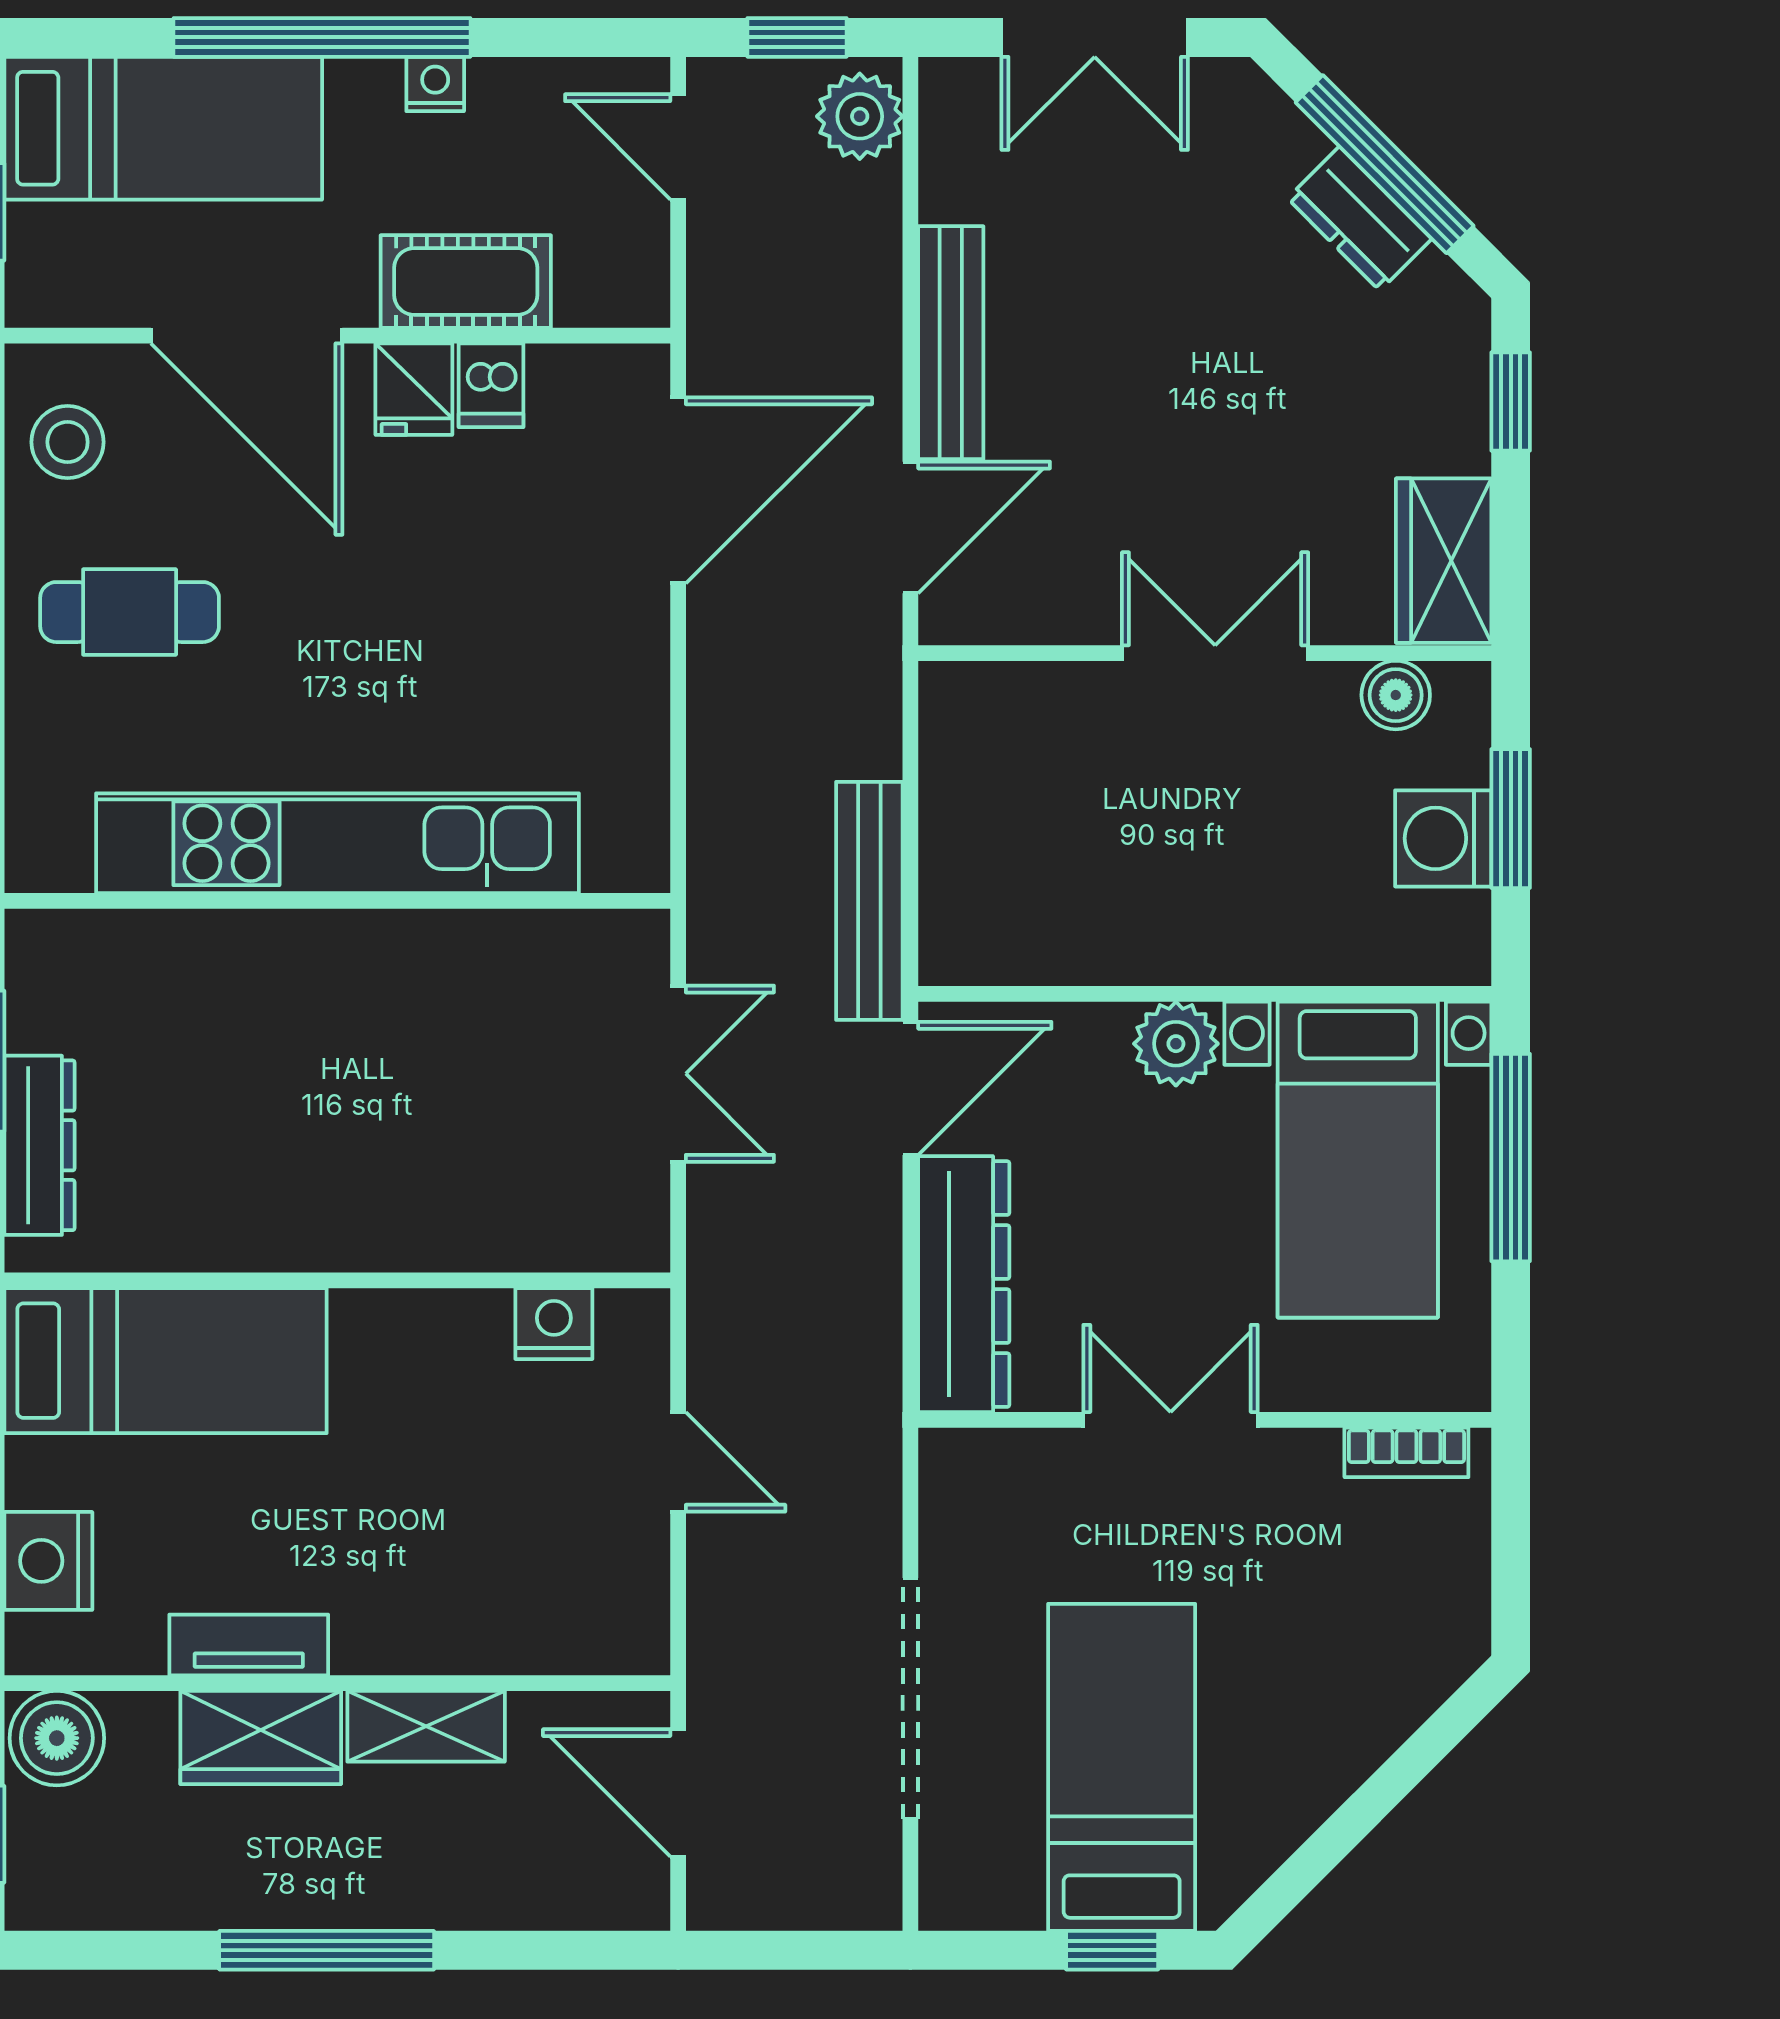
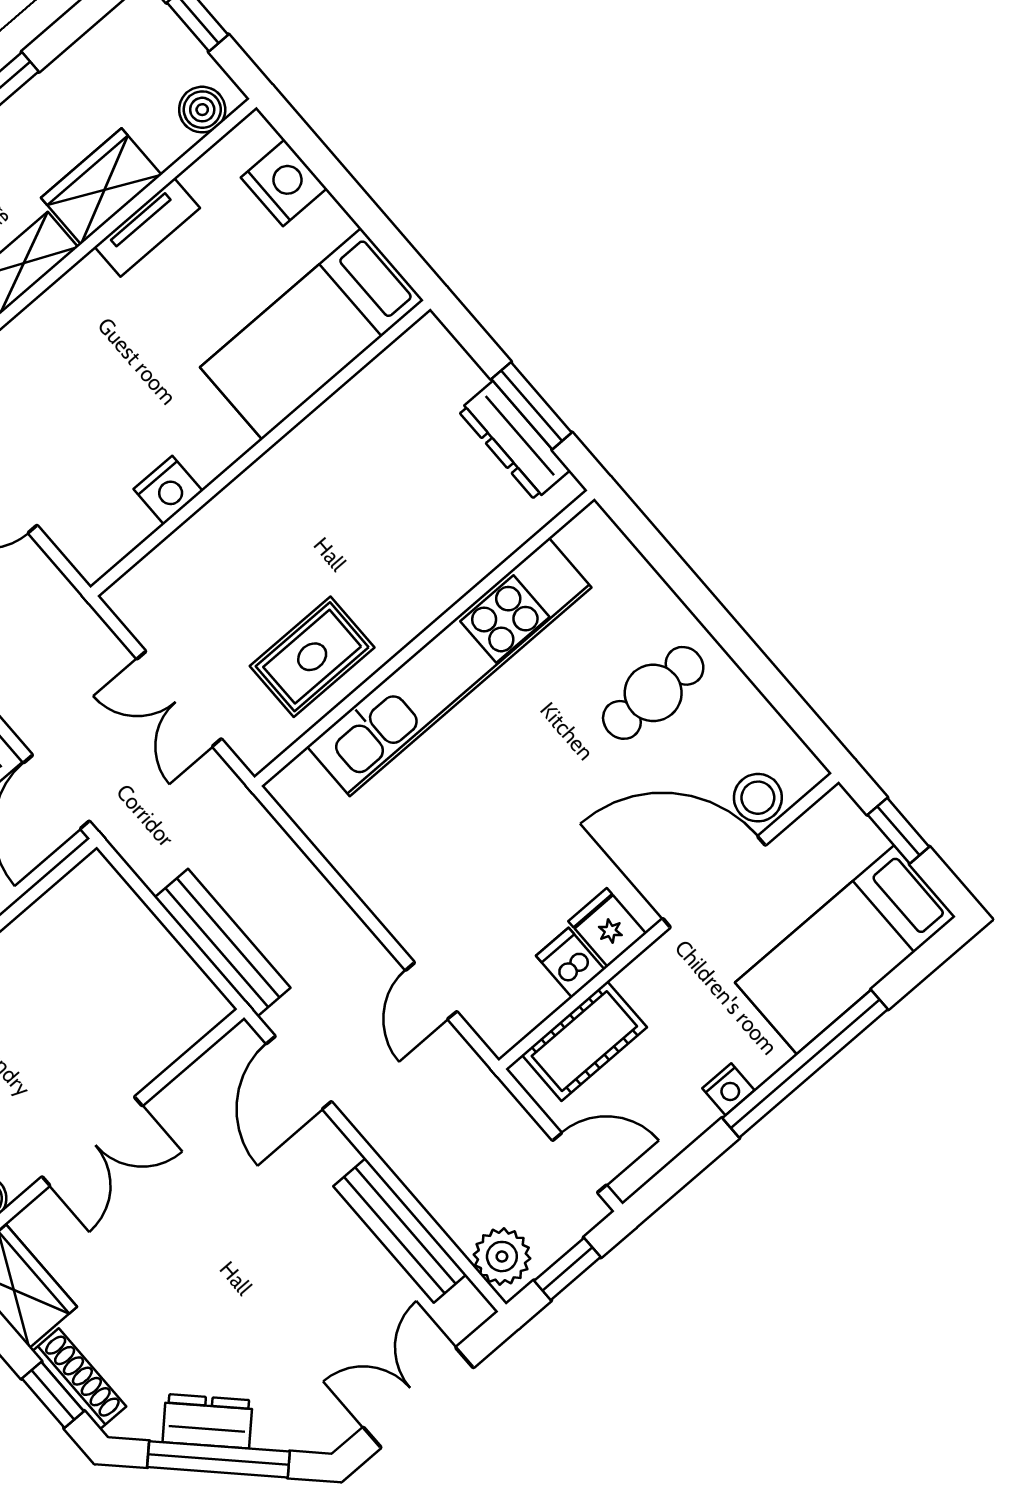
cot: (466, 281) -> (584, 1041), moved
bench: (951, 343) -> (400, 1230), moved
shoe rack: (1465, 394) -> (79, 1379), added
stool: (68, 442) -> (758, 798), moved
door: (678, 490) -> (431, 991), width x0.53
bench: (869, 901) -> (223, 943), moved
rug: (484, 990) -> (312, 657), added
dresser: (39, 1145) -> (514, 441), moved
nightstand: (554, 1324) -> (168, 490), moved
boiler: (57, 1738) -> (202, 110), width x0.73, depth x0.73

